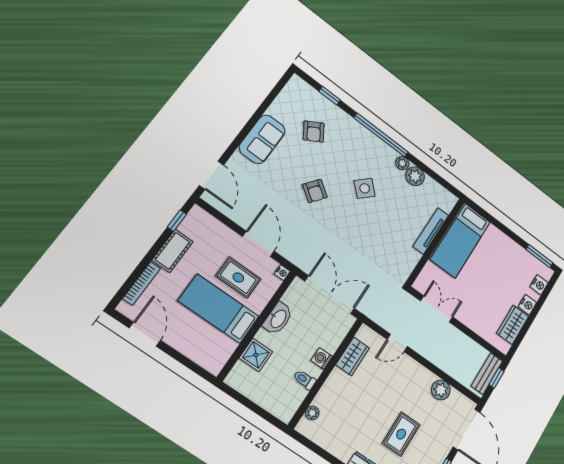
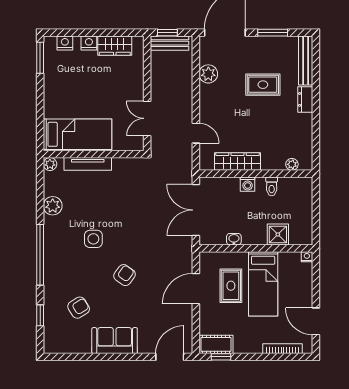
plant: (402, 163) -> (50, 164), moved
side table: (365, 188) -> (93, 239), turned 45
cot: (173, 251) -> (216, 344), moved
nightstand: (282, 273) -> (307, 257), moved
washbasin: (278, 319) -> (234, 239), width x0.52, depth x0.69
door: (145, 334) -> (316, 321), hinge flipped
wardrobe: (353, 356) -> (238, 162), width x1.50

